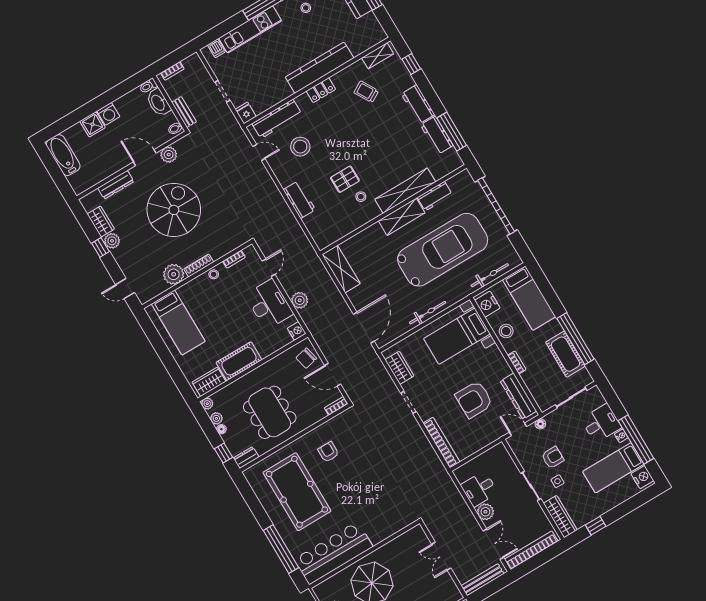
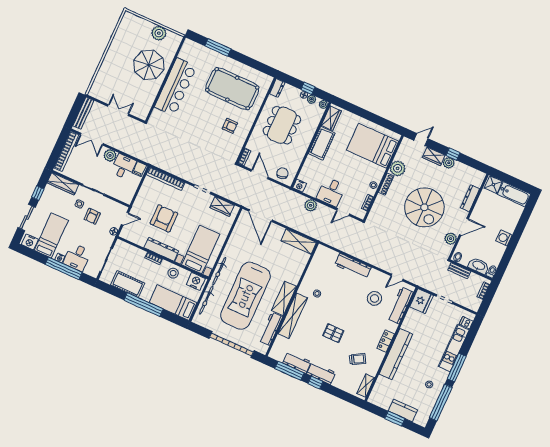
window: (411, 64) -> (316, 383), moved
fridge: (246, 113) -> (421, 301), width x1.88, depth x1.34
shower: (93, 124) -> (493, 185), moved
pallet: (345, 179) -> (333, 333), moved, turned 90
workbench: (435, 196) -> (271, 329), width x1.38
workbench: (299, 200) -> (353, 266), width x1.38
wardrobe: (101, 221) -> (434, 156), moved
door: (269, 268) -> (343, 212), hinge flipped
desk: (269, 304) -> (331, 192), width x0.73
bicycle: (428, 313) -> (219, 271), moved
bed: (178, 323) -> (373, 146), width x1.50
window: (576, 339) -> (143, 305), moved
door: (333, 375) -> (260, 174), hinge flipped
dresser: (518, 396) -> (161, 249), moved
dining table: (270, 412) -> (282, 125), turned 90
window: (636, 439) -> (64, 268), moved
window: (224, 453) -> (308, 88), moved
filing cabinet: (463, 474) -> (139, 169), added
sliding door: (627, 507) -> (27, 218), added
window: (281, 549) -> (218, 47), width x0.68
bar counter: (333, 553) -> (176, 87), moved

